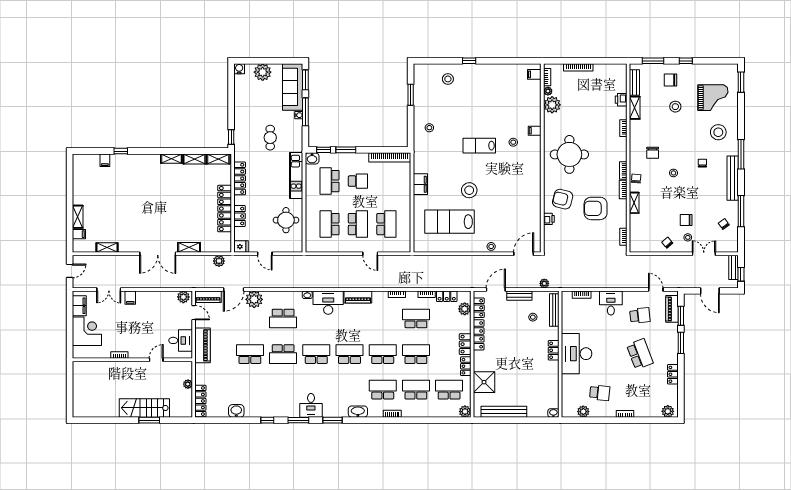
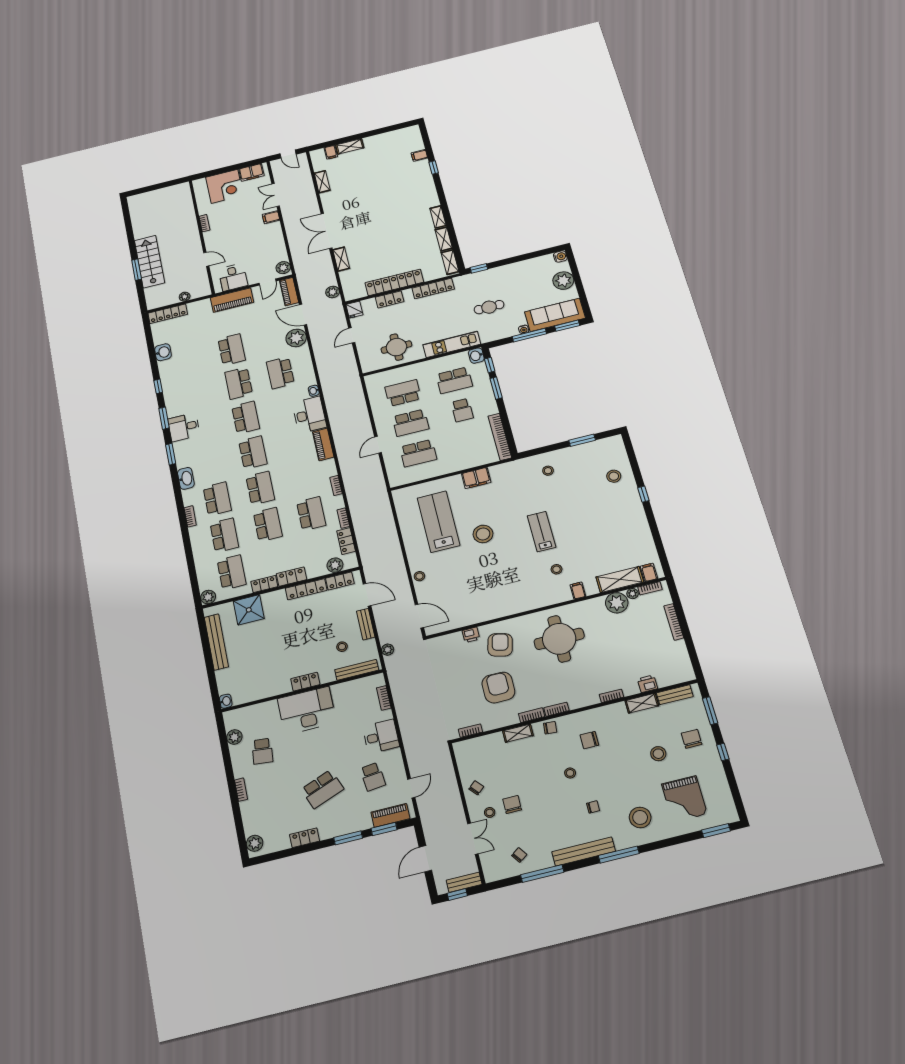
shelving: (534, 97) -> (620, 579), added
school desk: (330, 181) -> (454, 380), turned 180

